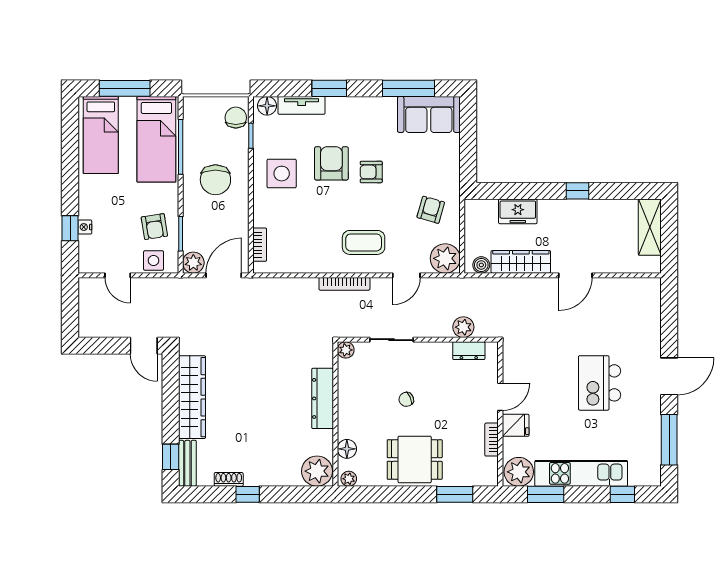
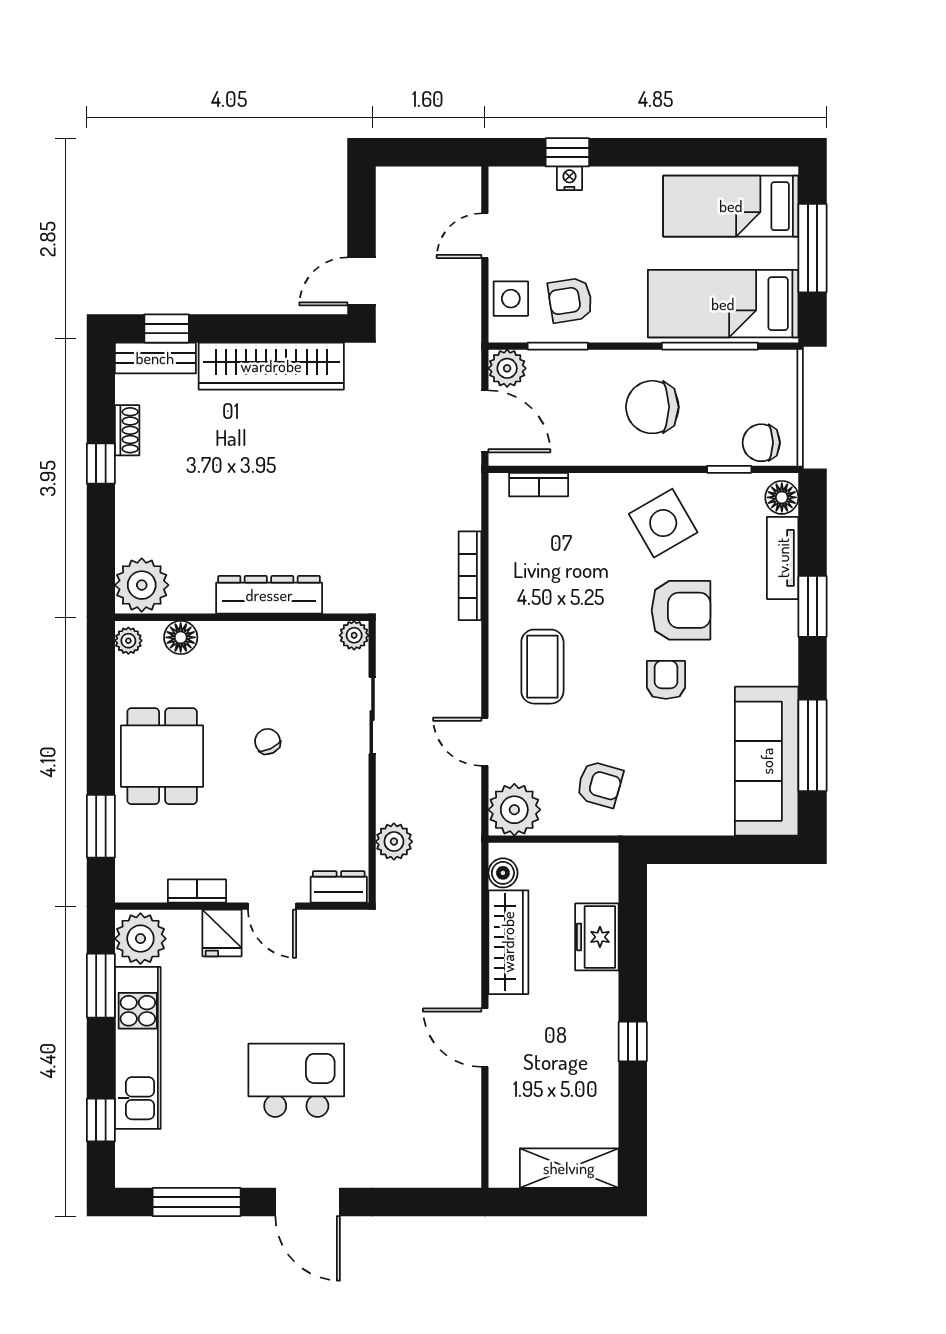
sofa: (429, 114) -> (767, 761), width x1.36
chair: (236, 118) -> (761, 443), turned 180
side table: (282, 174) -> (663, 523), turned -30
bookcase: (344, 284) -> (470, 576), moved
dresser: (469, 351) -> (339, 887), moved, turned 90

